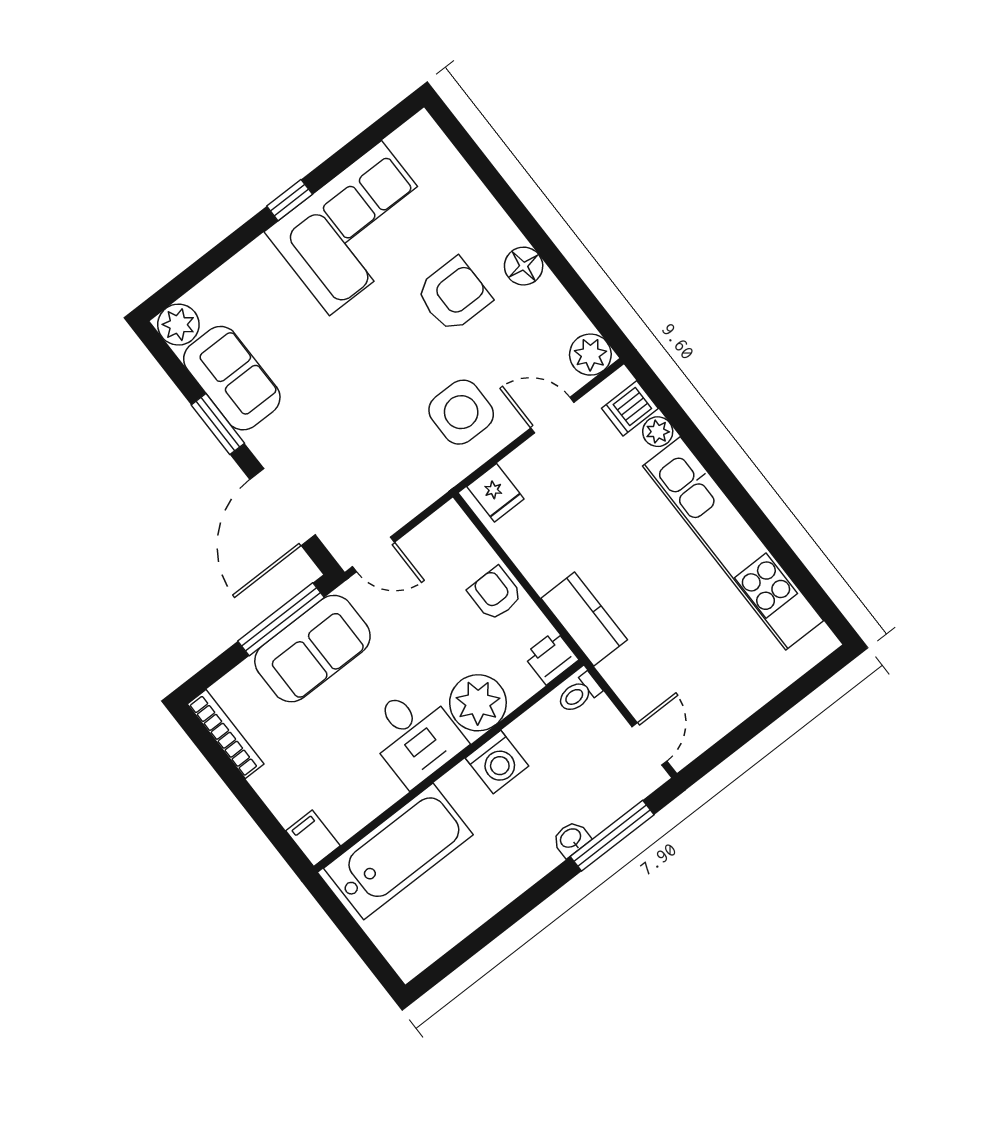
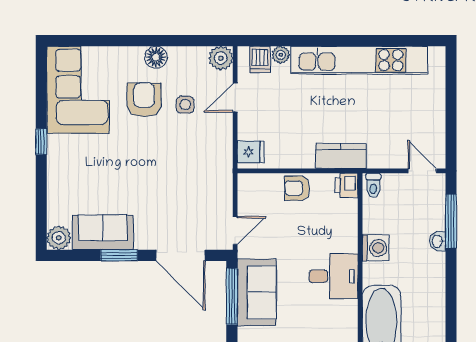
corner sofa: (355, 228) -> (78, 90), moved
side table: (461, 412) -> (185, 105), moved, width x0.54, depth x0.54
plant: (478, 703) -> (341, 235), removed

